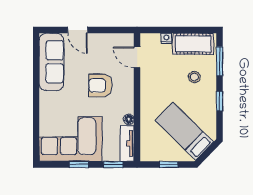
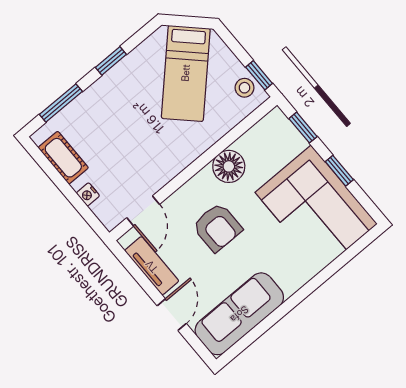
cot: (193, 44) -> (63, 158), width x0.73, depth x0.75
stool: (194, 77) -> (244, 88), moved
floor lamp: (129, 119) -> (229, 166), width x1.89, depth x1.89
tv unit: (127, 144) -> (152, 266), moved, turned -90
window: (169, 164) -> (259, 75), moved

